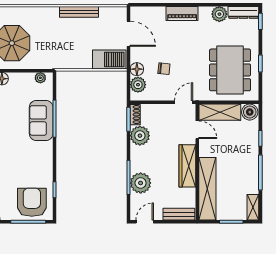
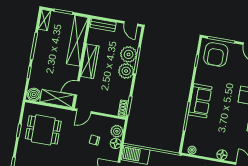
dining table: (230, 70) -> (43, 130), width x0.73
sofa: (41, 120) -> (200, 101), moved
door: (197, 130) -> (77, 88), hinge flipped
plant: (140, 136) -> (126, 71), moved
door: (145, 222) -> (131, 24), hinge flipped

